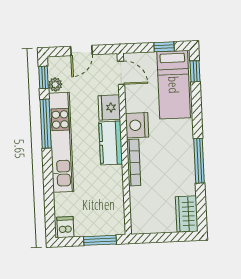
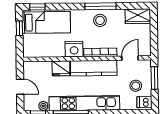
door: (121, 73) -> (130, 58), moved
kitchen counter: (111, 143) -> (94, 68), width x1.50
stool: (179, 161) -> (100, 20), added
stool: (88, 214) -> (136, 86), added

